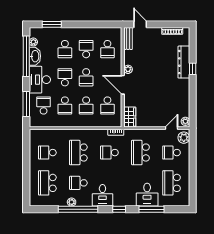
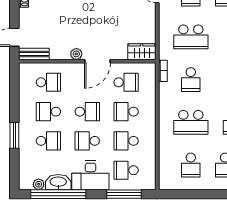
window: (52, 24) -> (14, 135), moved
school desk: (65, 105) -> (126, 141), turned 180
school desk: (86, 105) -> (126, 112), turned 180

